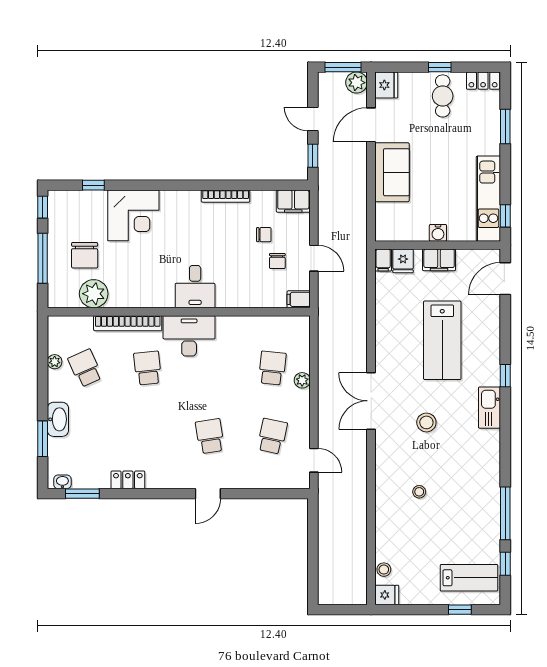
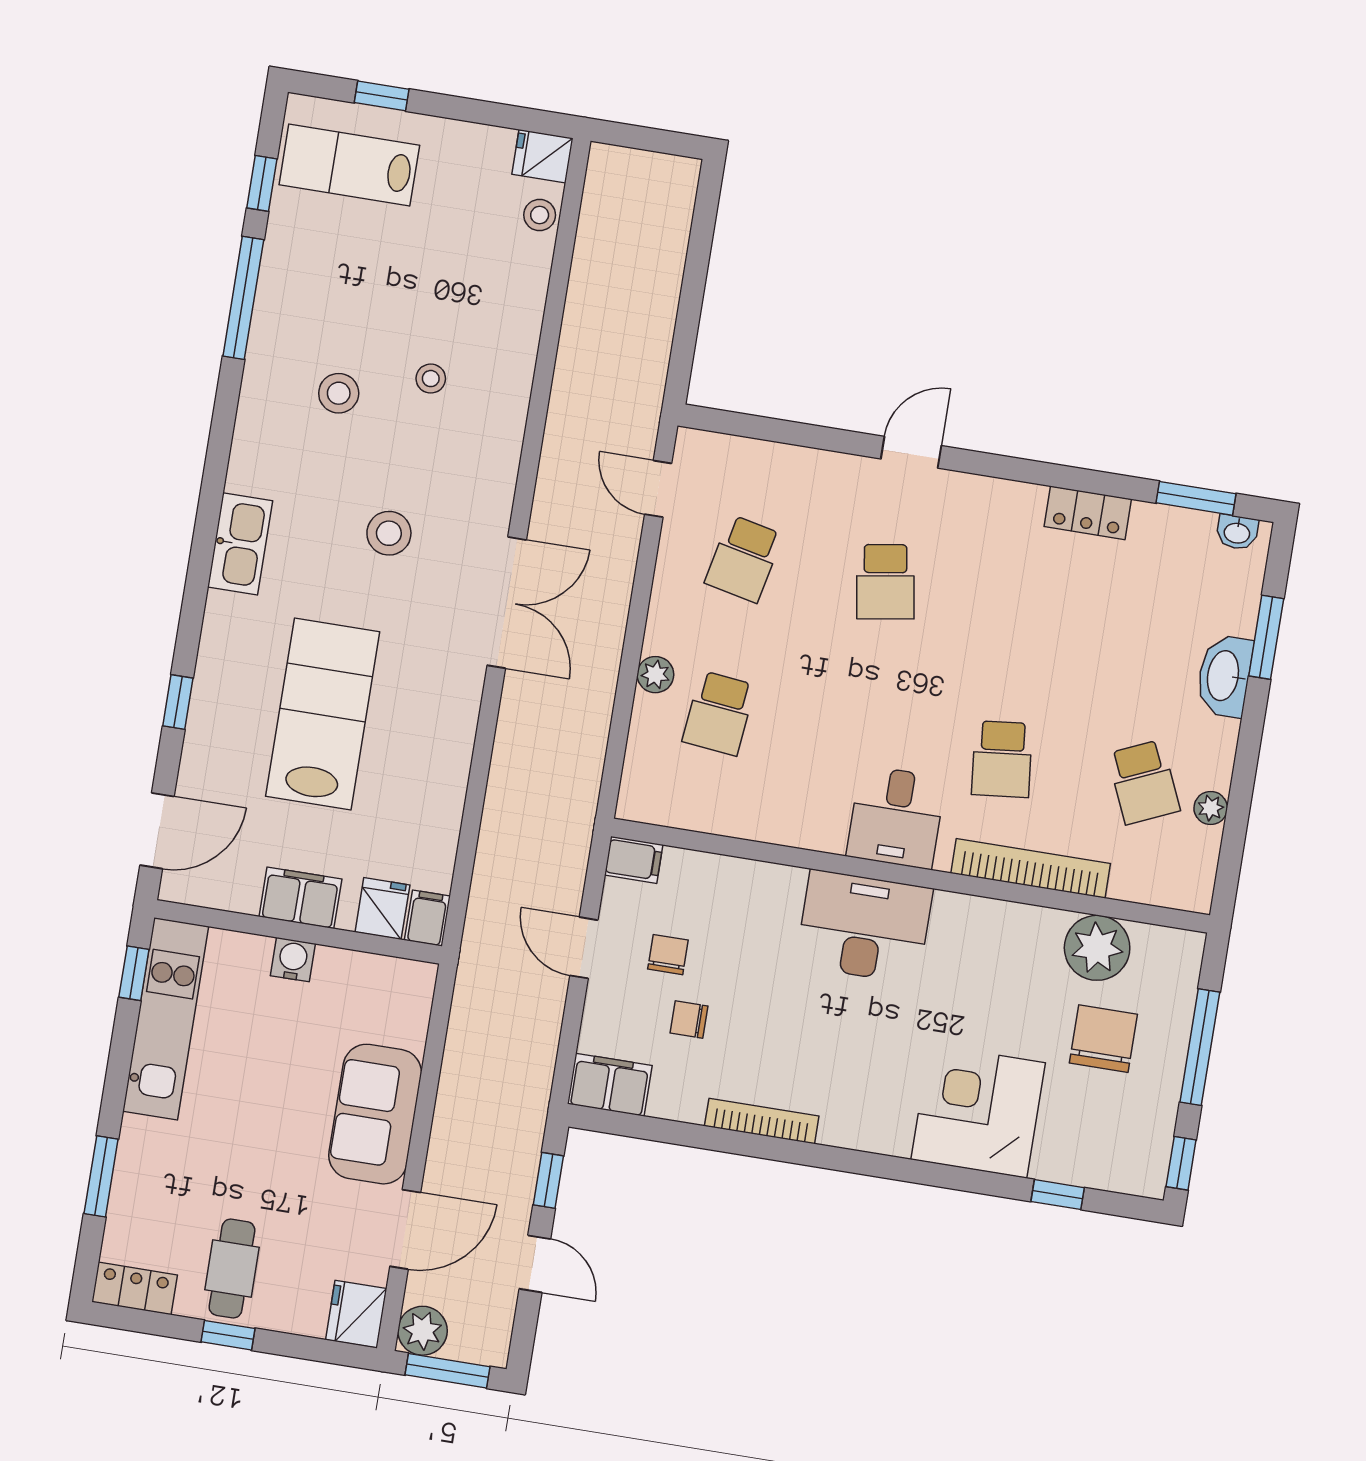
desk: (195, 287) -> (864, 927), width x1.37
desk: (189, 336) -> (896, 817), width x0.73
window: (505, 376) -> (178, 702), moved
stool: (458, 479) -> (339, 393), added

